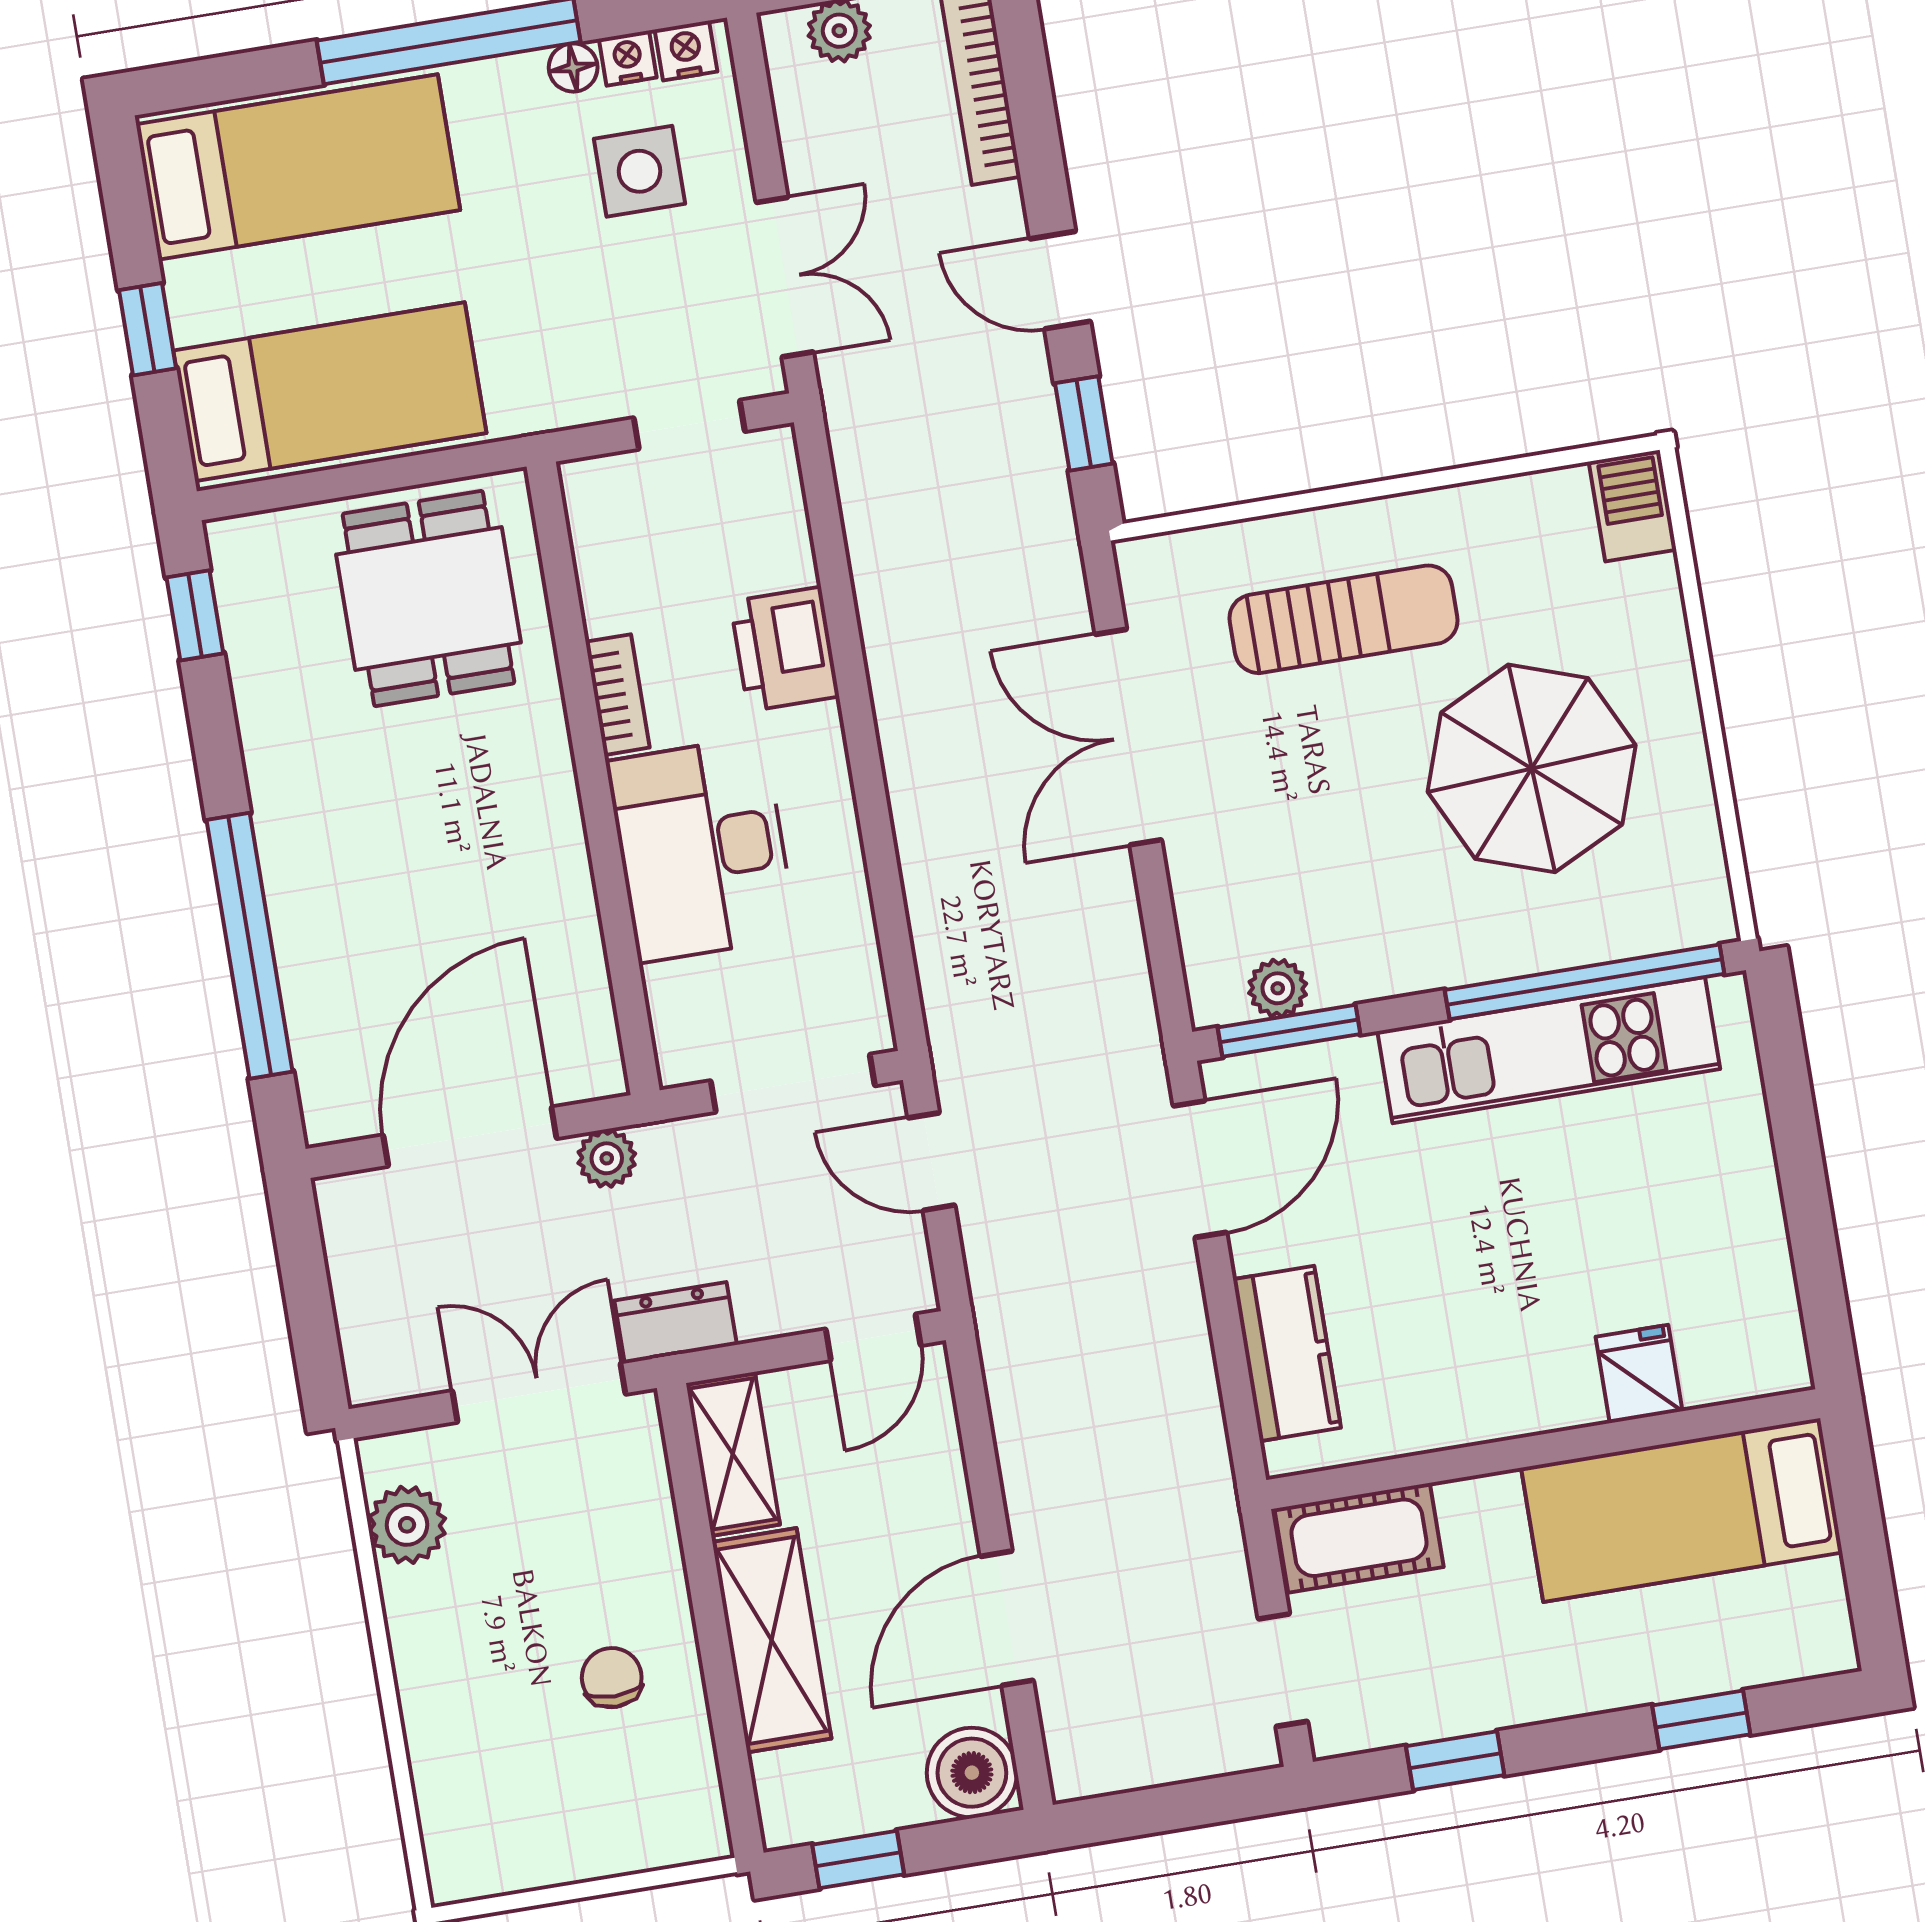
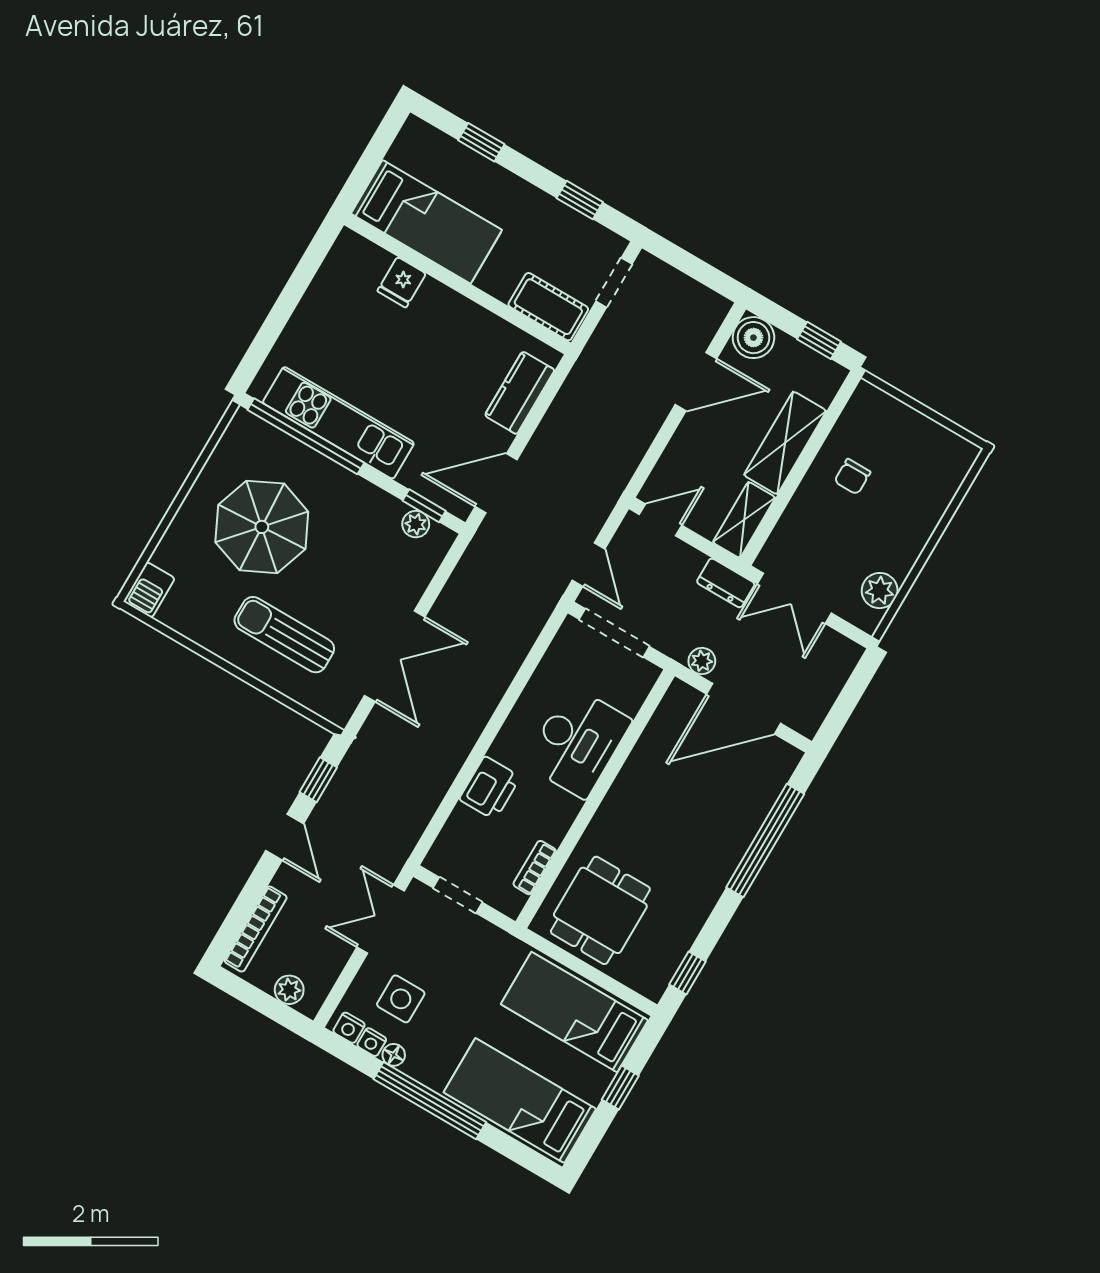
bookcase: (617, 695) -> (535, 868), moved
window: (1289, 1031) -> (424, 506), width x0.67

